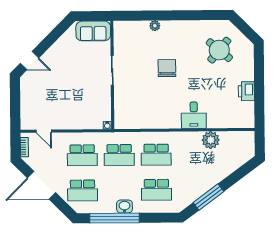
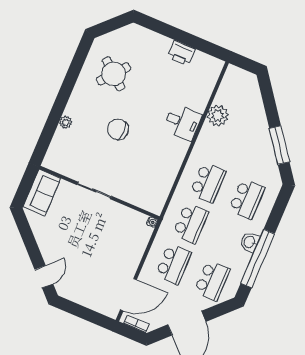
round table: (219, 50) -> (114, 74), moved
door: (44, 131) -> (128, 295), width x1.88

